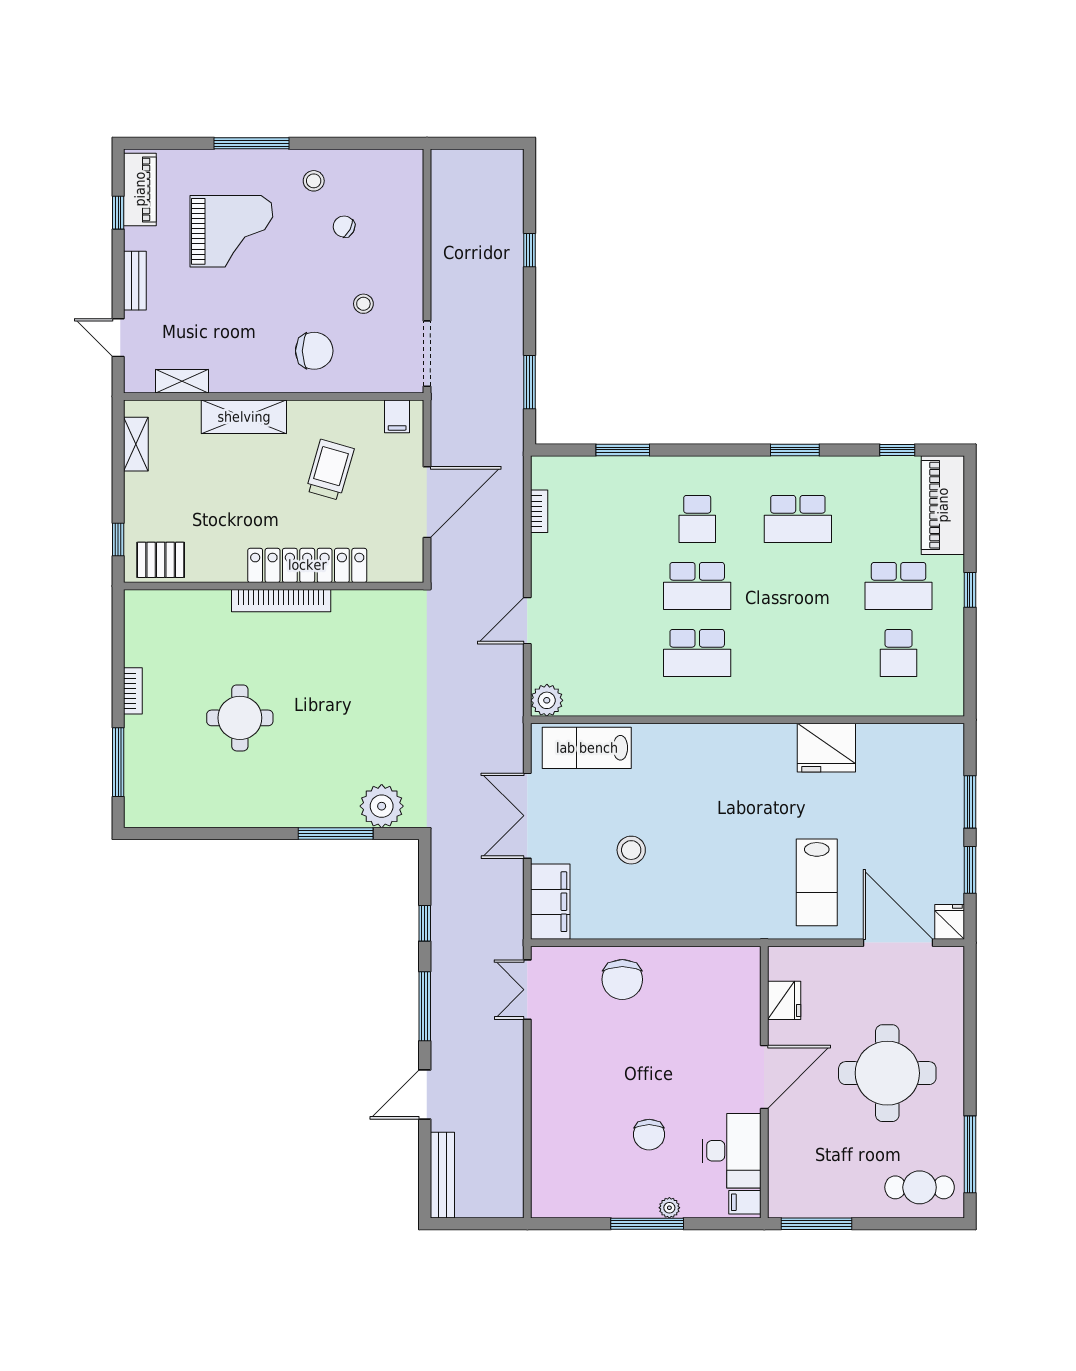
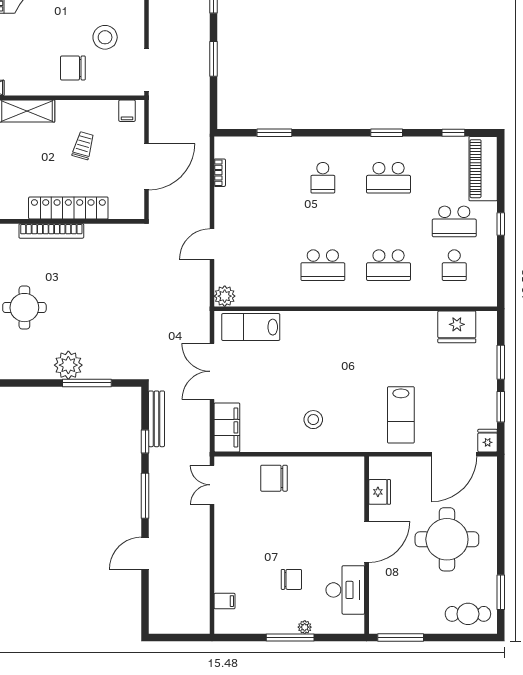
stool: (363, 304) -> (105, 37), width x1.89, depth x1.89
chair: (314, 351) -> (73, 68), turned 180
window: (530, 382) -> (213, 59), moved
trolley: (330, 470) -> (83, 146), width x0.73, depth x0.72
school desk: (697, 586) -> (389, 265), moved
fridge: (826, 748) -> (457, 327), moved
plant: (382, 806) -> (68, 365), moved
stool: (631, 850) -> (313, 420), moved
door: (898, 943) -> (454, 454), swing flipped
chair: (622, 979) -> (274, 478), turned 90
chair: (649, 1135) -> (291, 579), turned -90
window: (970, 1154) -> (501, 592), width x0.69
bench: (442, 1175) -> (157, 419), moved
filing cabinet: (745, 1202) -> (225, 601), moved, turned 180

